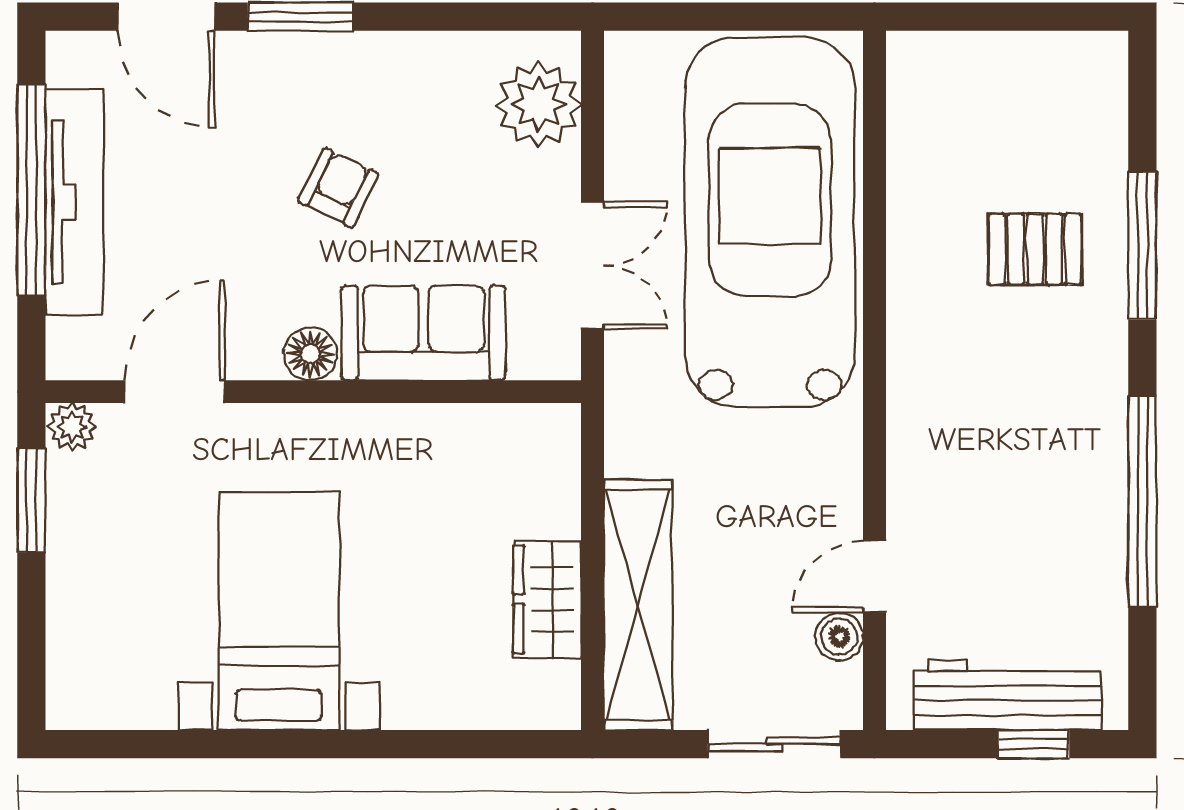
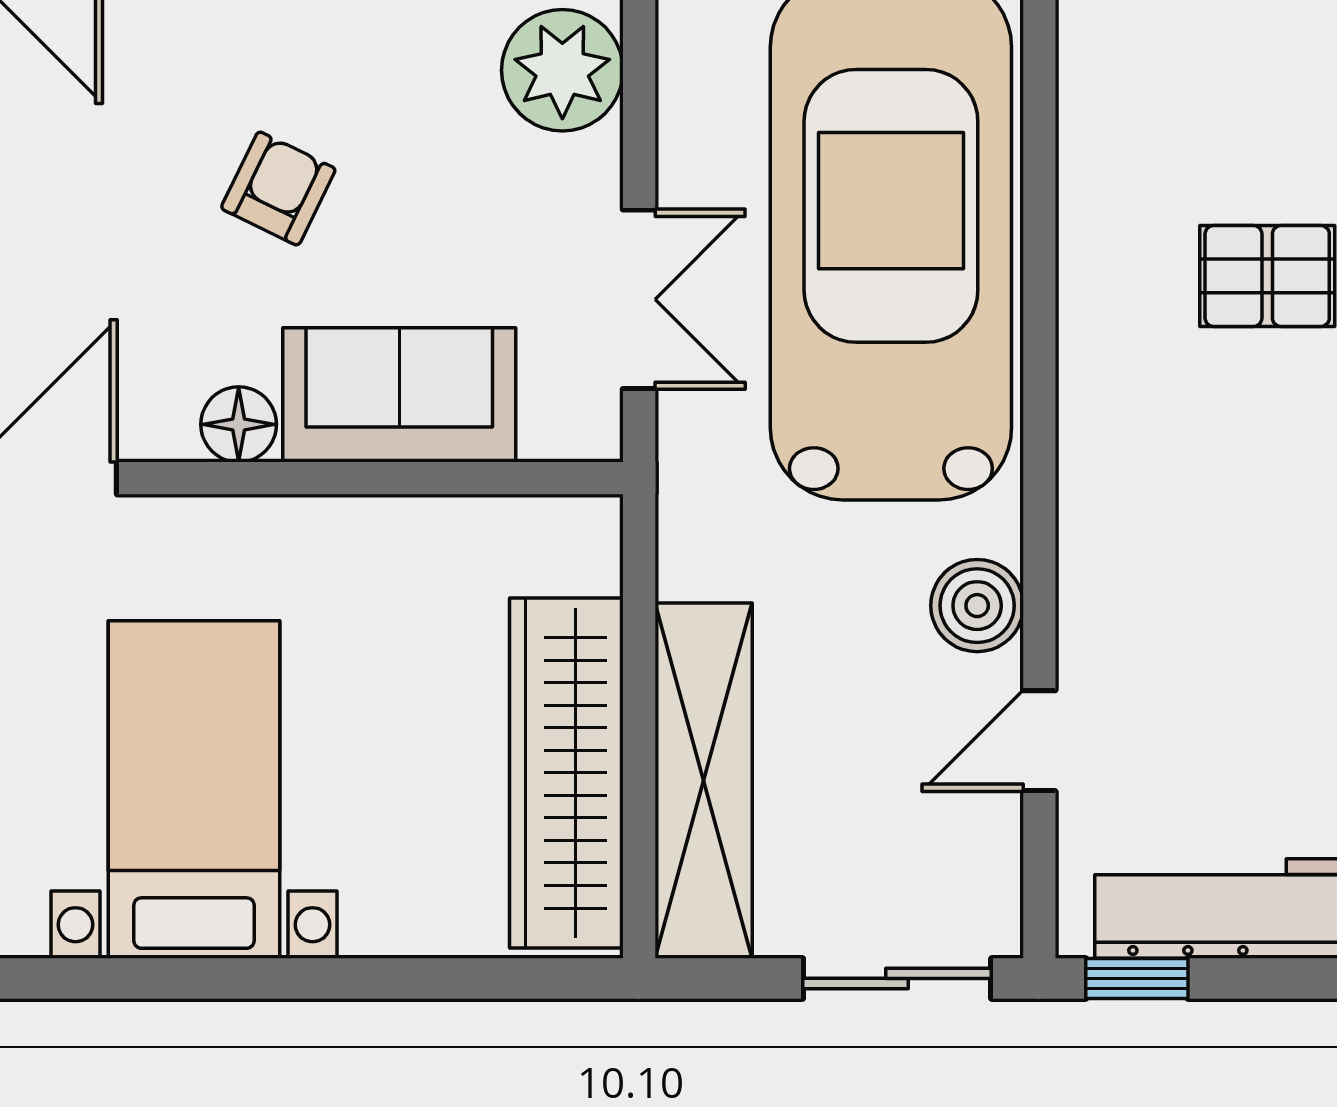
wardrobe: (547, 599) -> (566, 773), width x2.10, depth x1.17
boiler: (839, 637) -> (977, 606), moved, width x1.36, depth x1.36
window: (1033, 744) -> (1137, 978), moved

